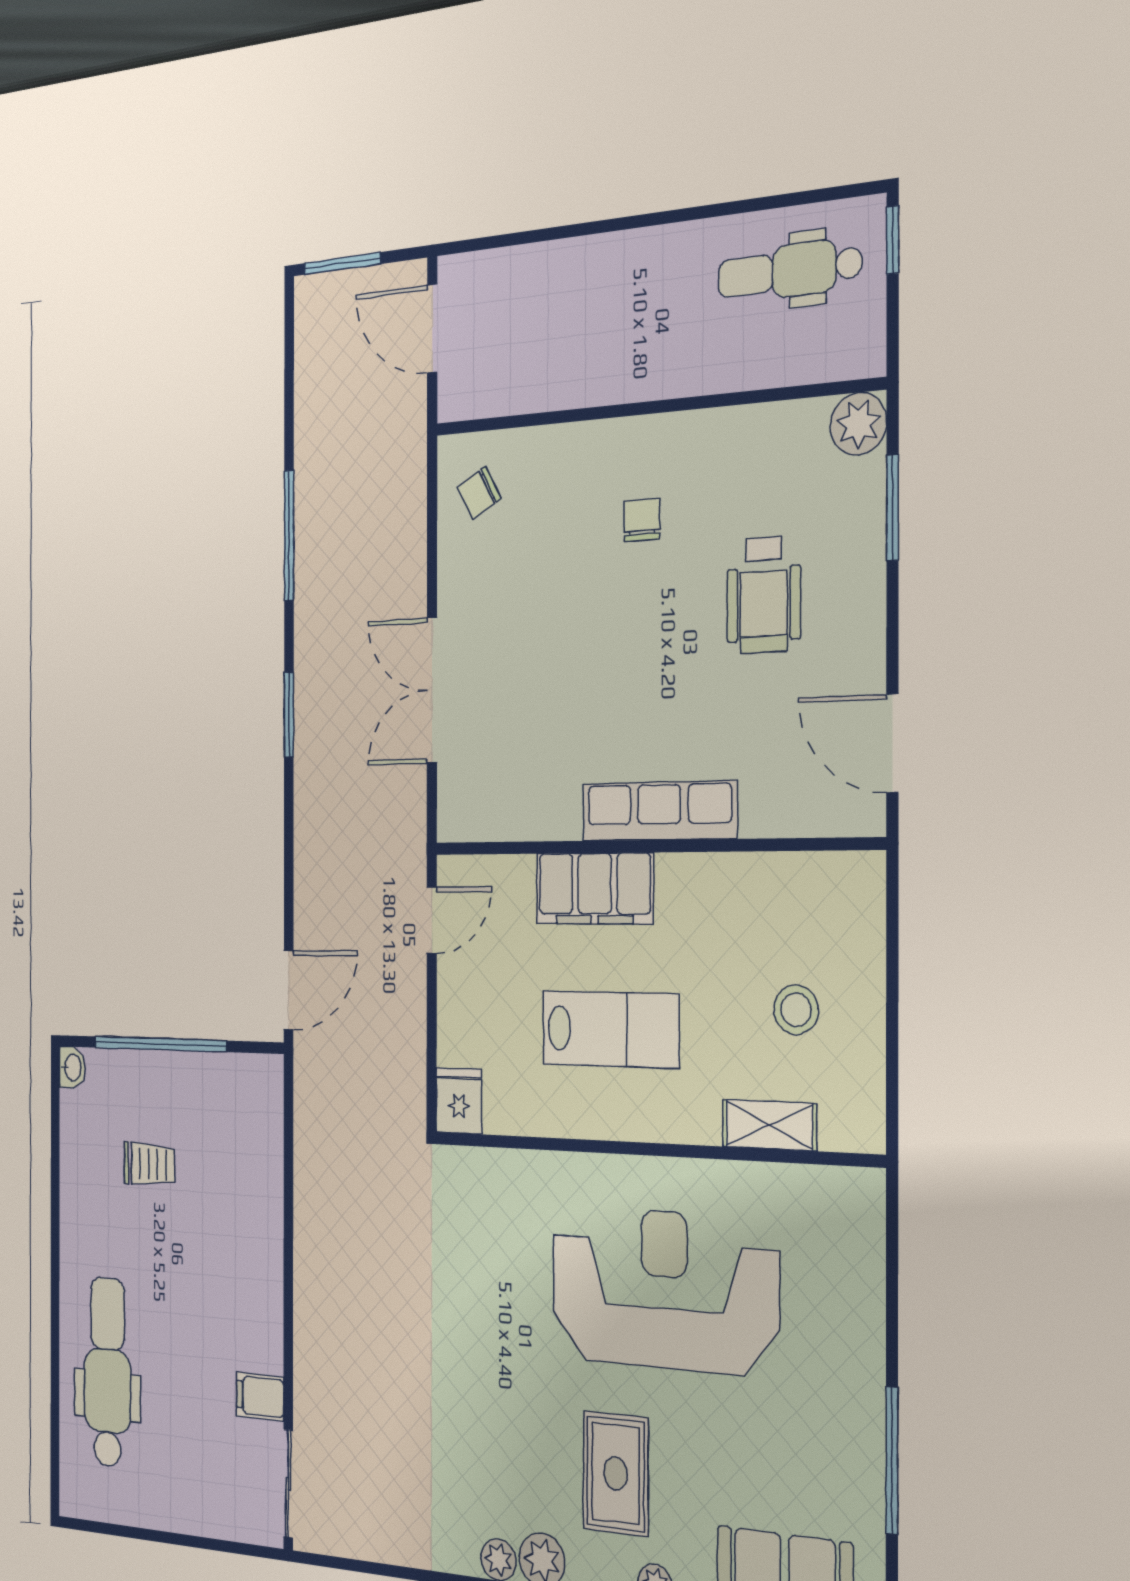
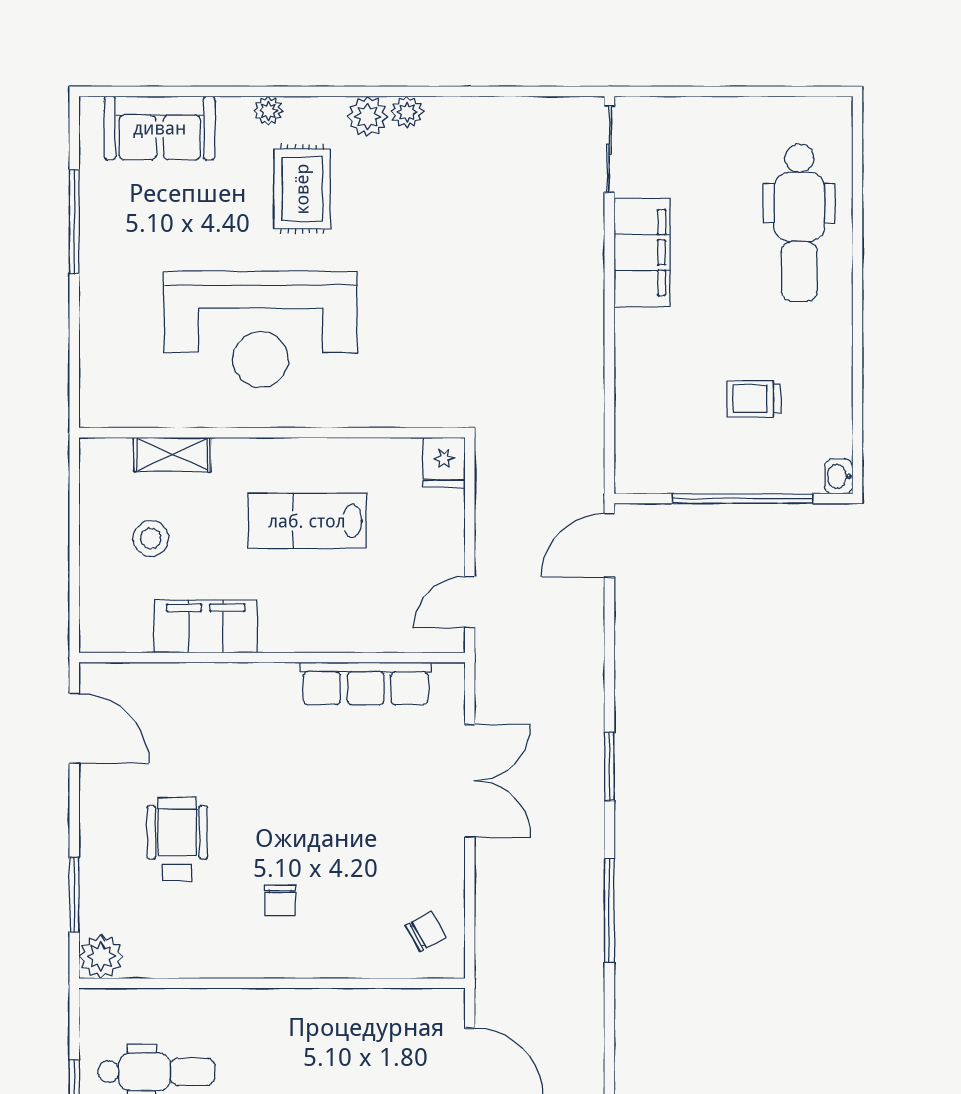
row of seats: (659, 811) -> (366, 684), moved
filing cabinet: (595, 888) -> (206, 626), moved
filing cabinet: (260, 1397) -> (642, 252), width x3.00, depth x1.17

